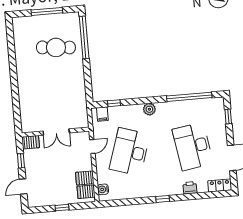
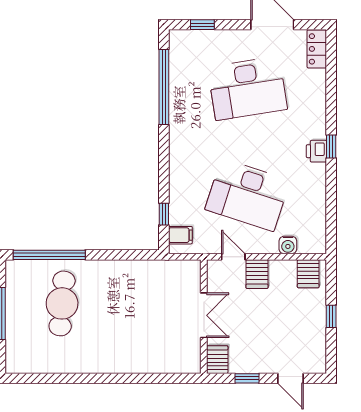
plant: (149, 109) -> (179, 156), removed
server rack: (85, 178) -> (257, 274), moved
printer: (190, 188) -> (316, 151), moved
water cooler: (103, 189) -> (288, 245), moved

